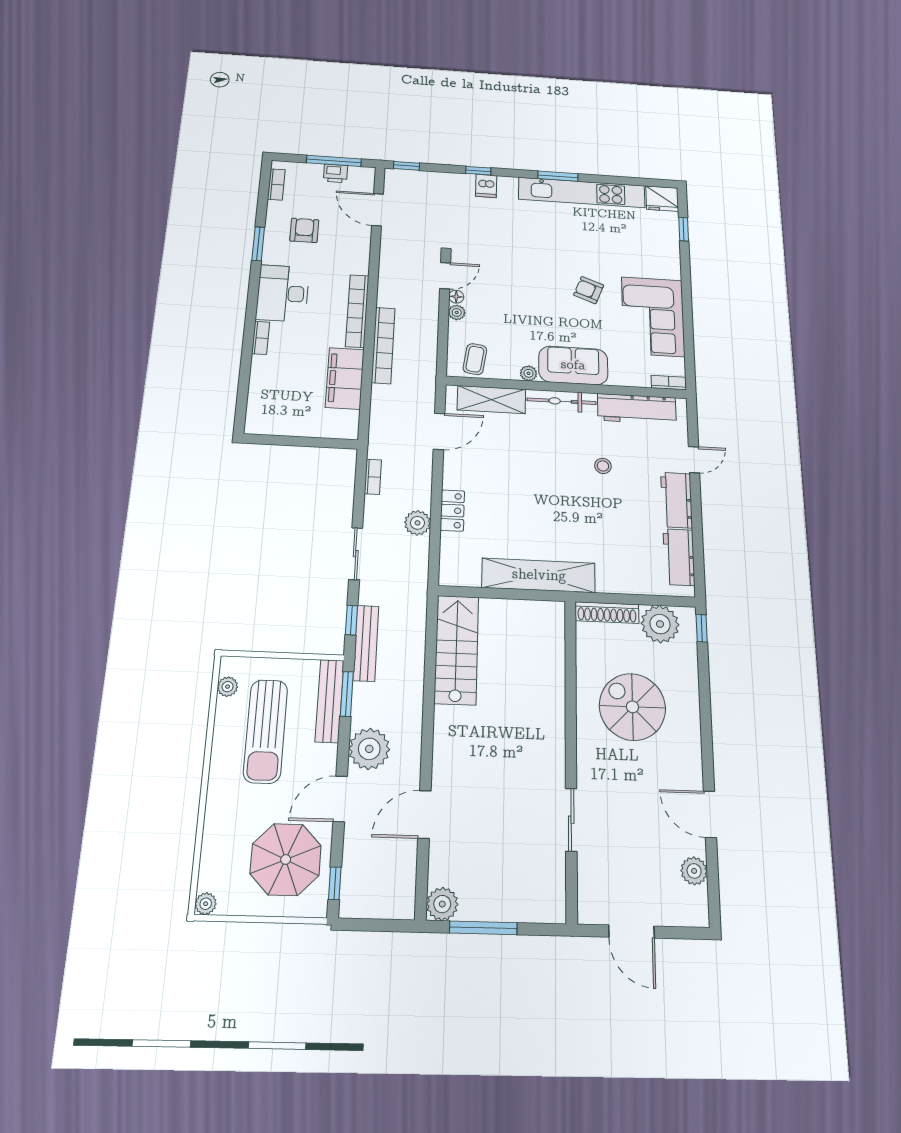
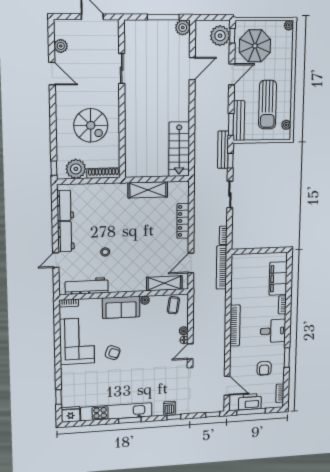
printer: (335, 173) -> (250, 402), width x1.87, depth x1.48
desk: (283, 293) -> (273, 331), width x0.73
bookcase: (383, 345) -> (221, 267), moved
filing cabinet: (345, 378) -> (278, 278), moved, turned 180
bicycle: (562, 401) -> (127, 286), removed
locker: (452, 511) -> (183, 221), width x1.53
plant: (418, 523) -> (200, 213), removed
shelving: (539, 575) -> (148, 190), width x0.68
sun lounger: (266, 731) -> (268, 105), turned 180
plant: (369, 749) -> (220, 36), moved

